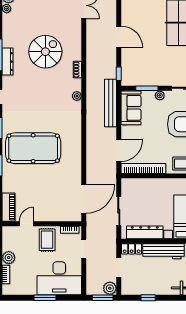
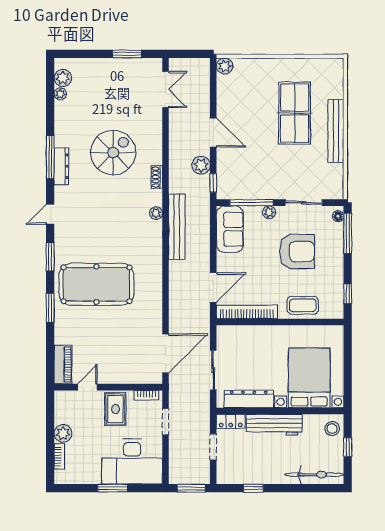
window: (147, 88) -> (252, 203), width x1.44
bench: (111, 103) -> (177, 227), moved
plant: (110, 288) -> (201, 165), moved

